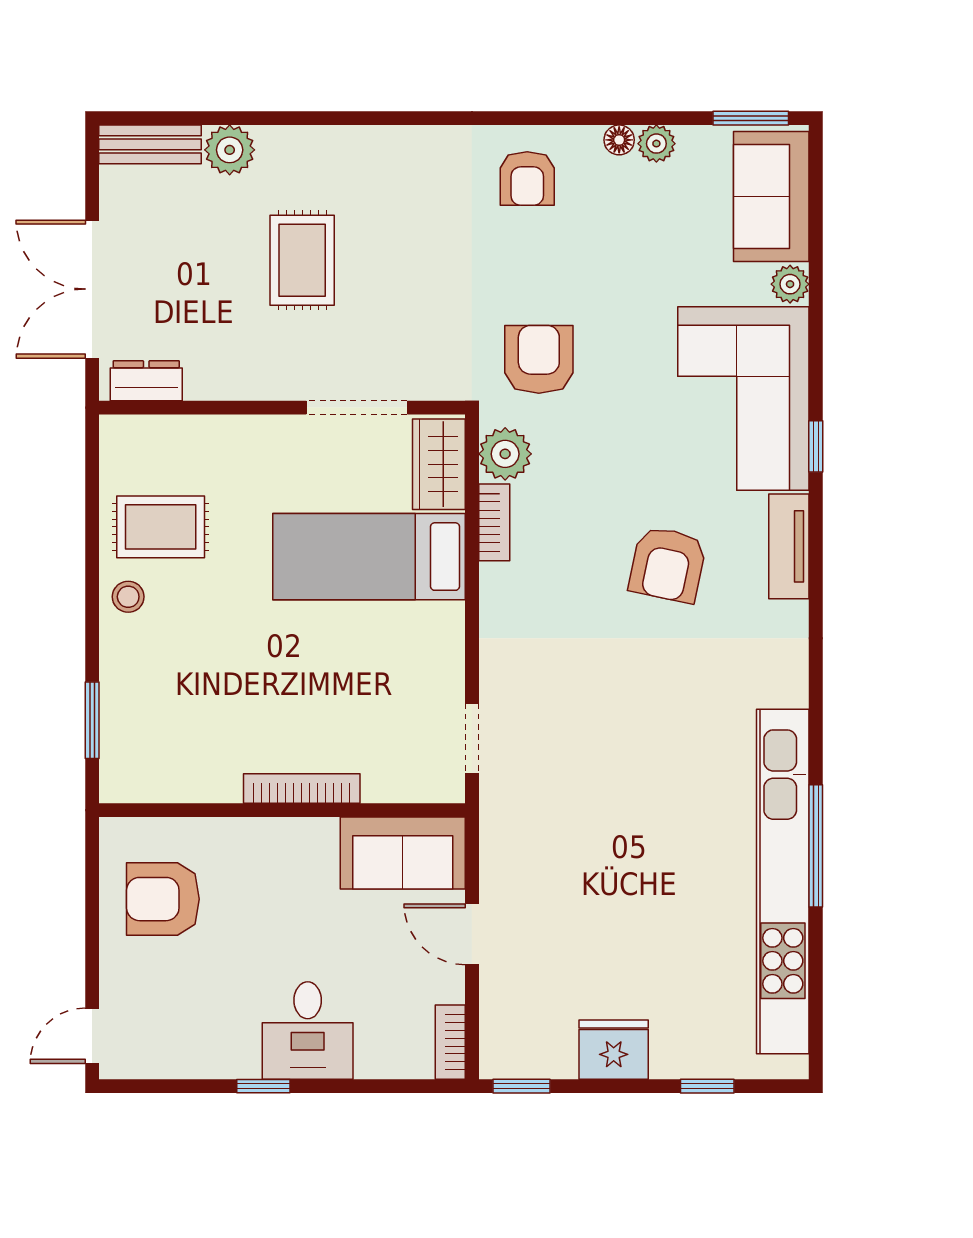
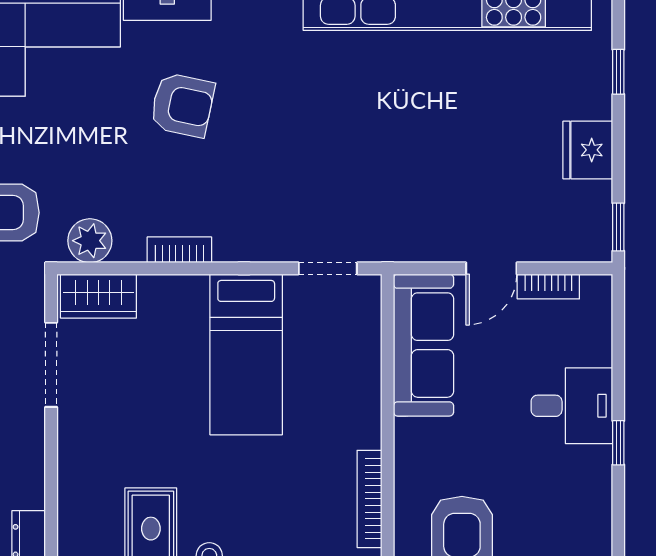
bookcase: (494, 522) -> (179, 250), moved
bed: (369, 557) -> (246, 354), moved
bookcase: (302, 788) -> (370, 499), moved
sofa: (403, 853) -> (423, 345), width x1.36
bookcase: (450, 1042) -> (548, 286), moved

